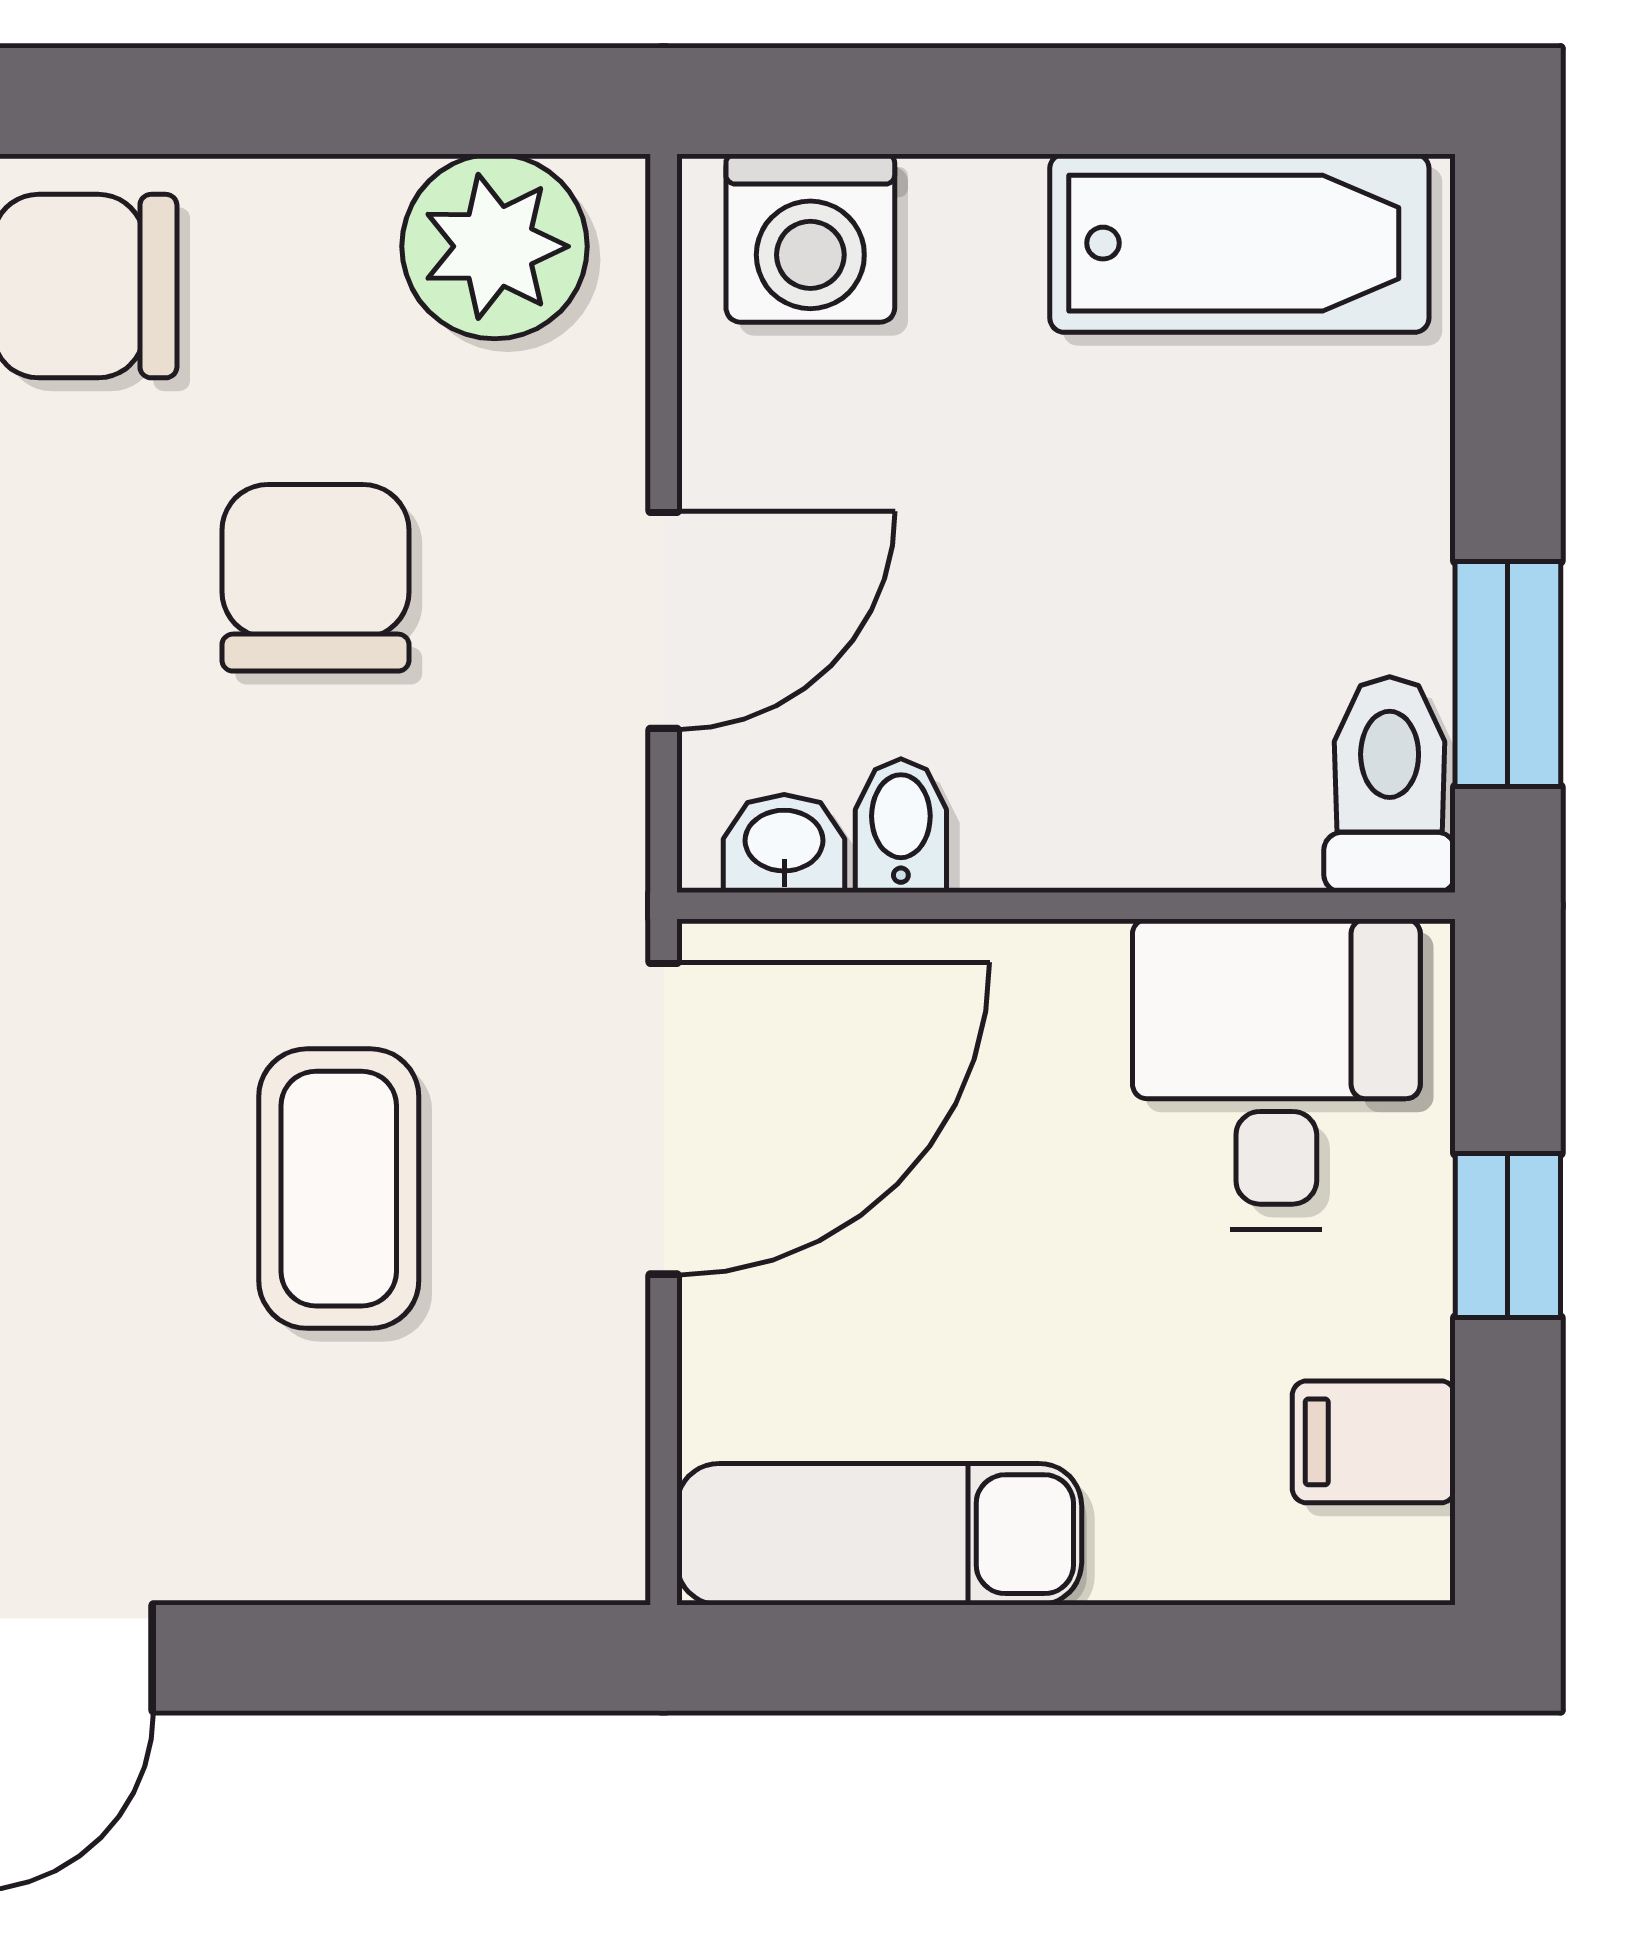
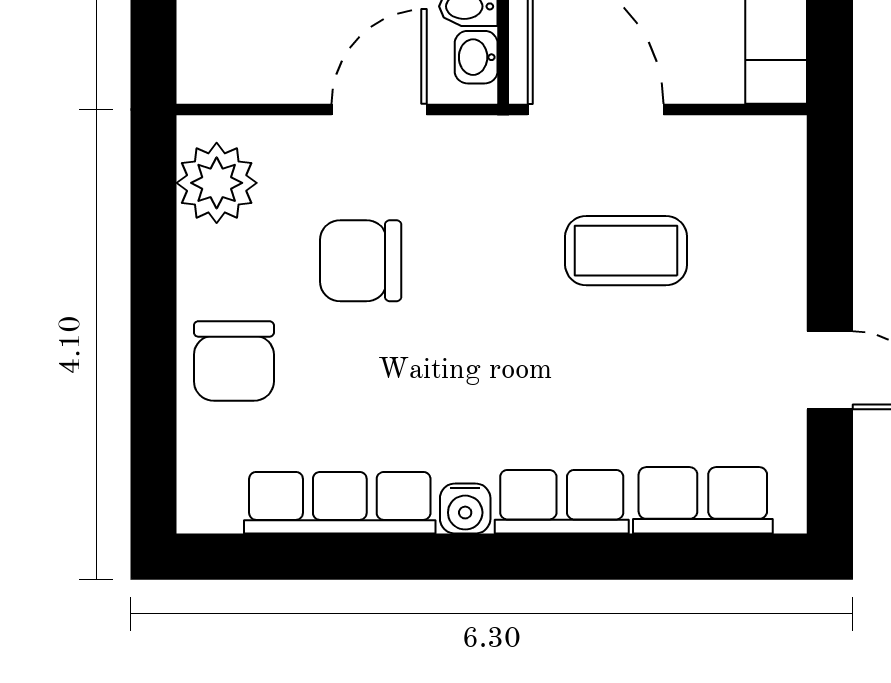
washing machine: (810, 238) -> (213, 46), removed
door: (664, 620) -> (379, 110), hinge flipped

